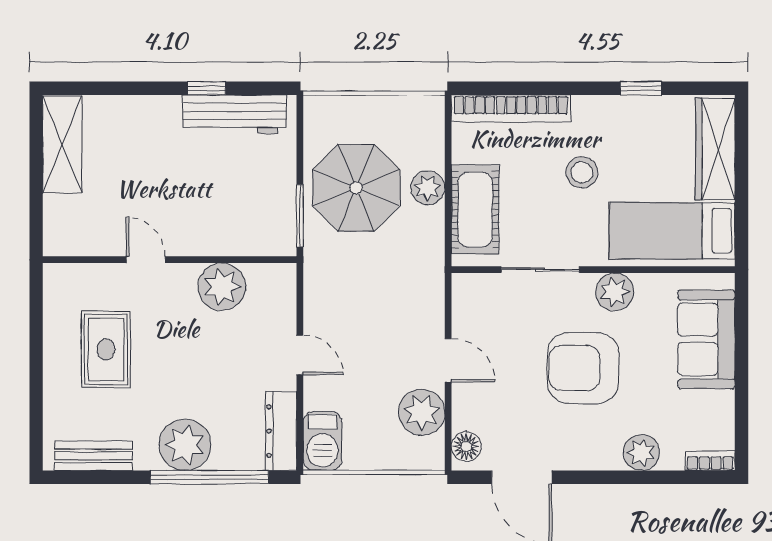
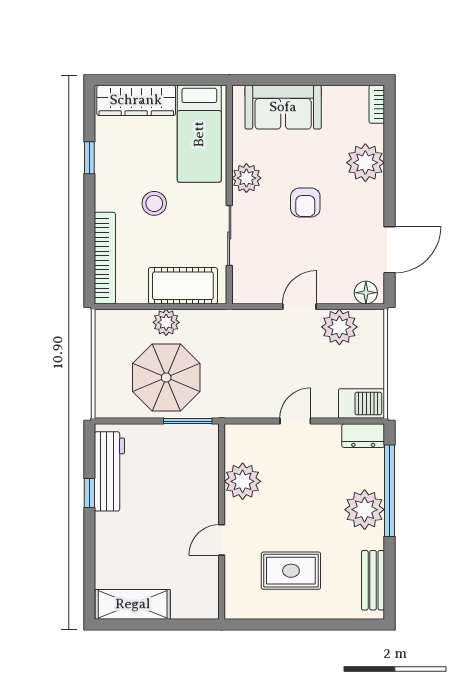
armchair: (583, 368) -> (305, 203), width x0.53, depth x0.53
dresser: (281, 431) -> (363, 436), width x0.70
plant: (641, 453) -> (365, 163), width x1.36, depth x1.36

